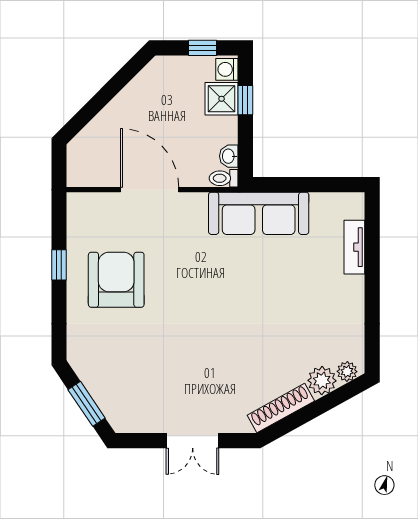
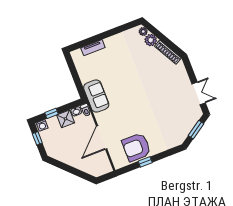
shower: (222, 99) -> (66, 119), moved
sofa: (259, 213) -> (96, 96), width x0.73
armchair: (116, 280) -> (136, 147), moved
double door: (193, 441) -> (199, 93), moved

